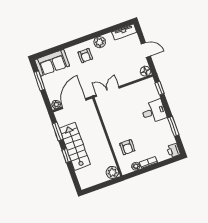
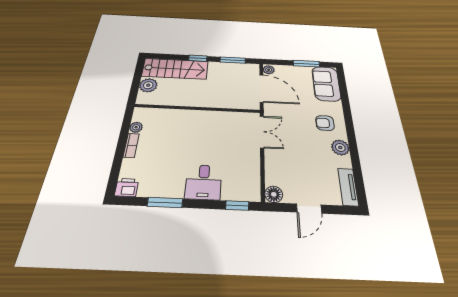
stairs: (75, 146) -> (175, 69), moved
armchair: (127, 147) -> (169, 127), removed
plant: (112, 172) -> (148, 85), moved

